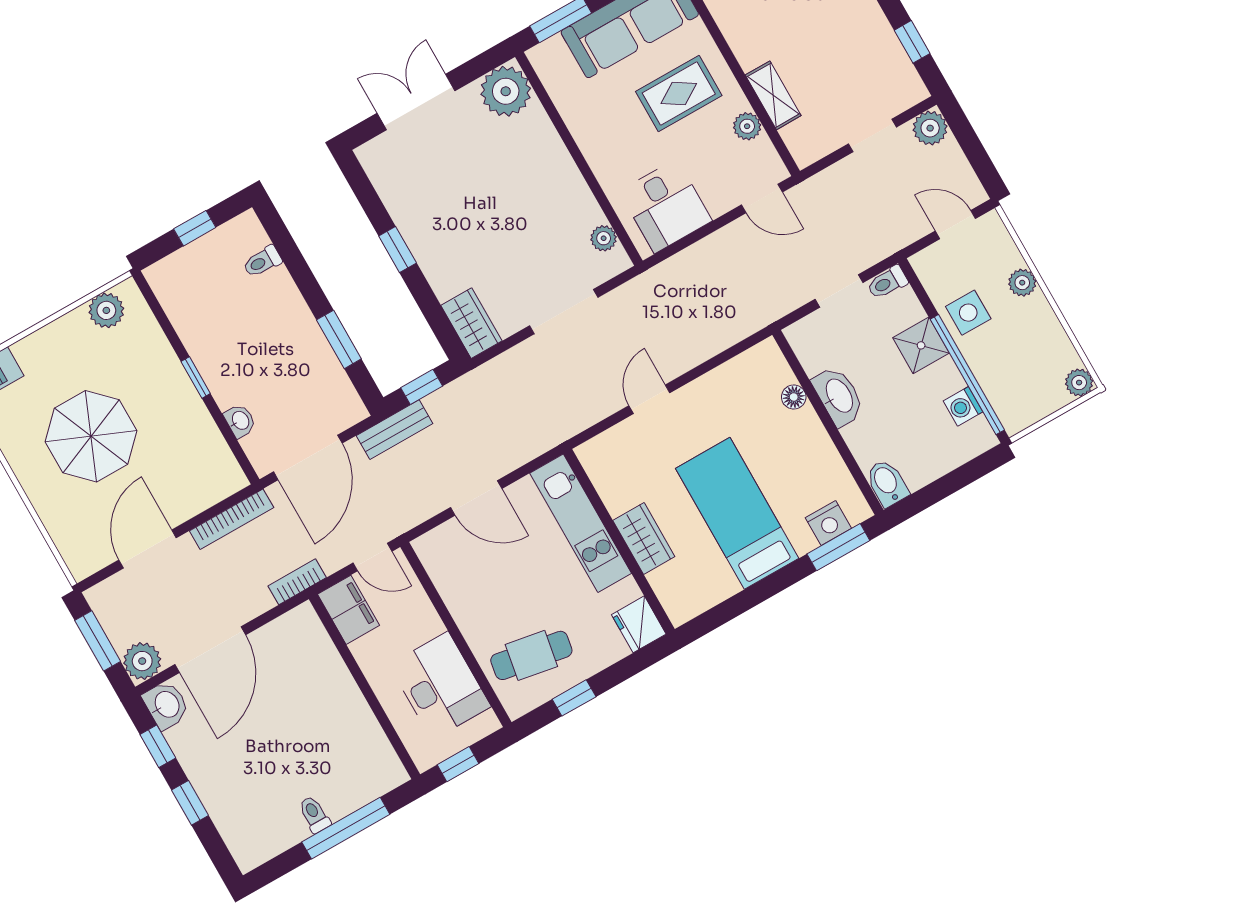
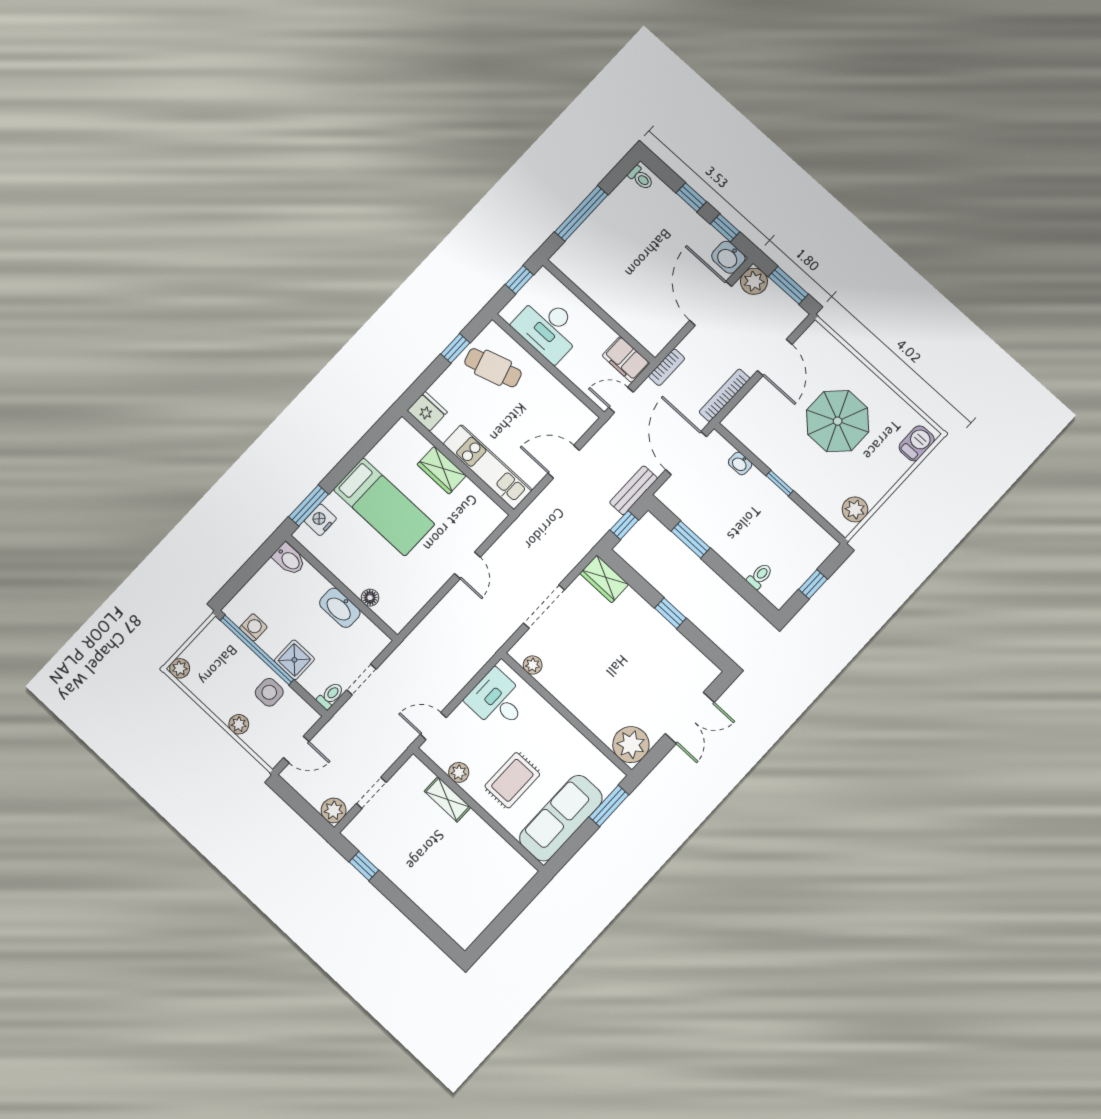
cafe table: (531, 655) -> (493, 368), turned 63
toilet: (314, 814) -> (641, 178), moved

